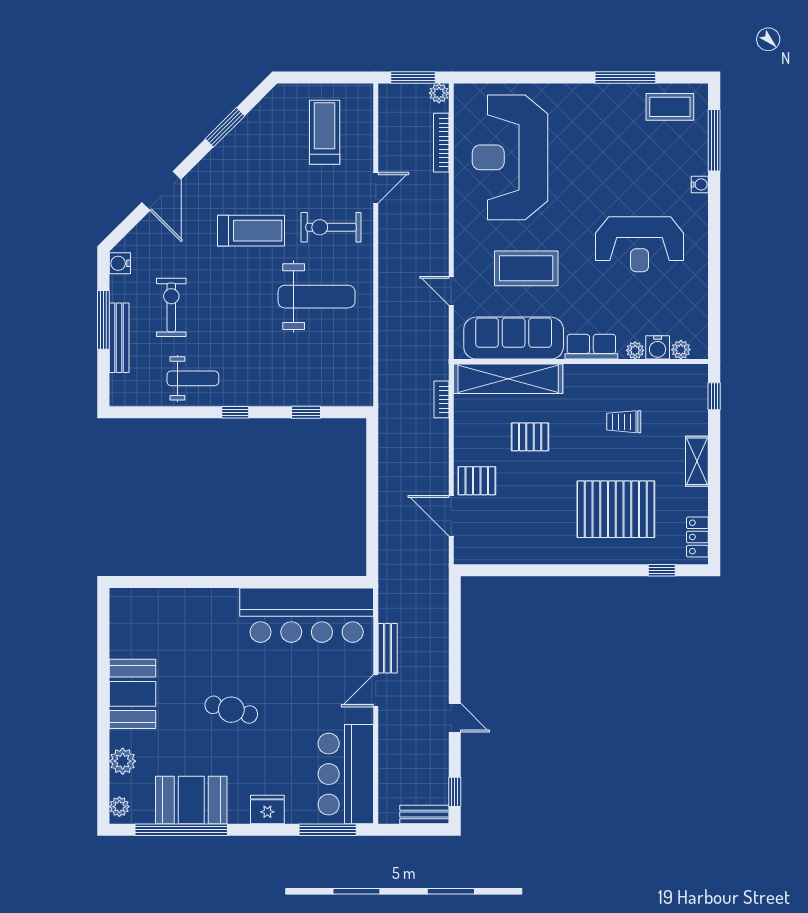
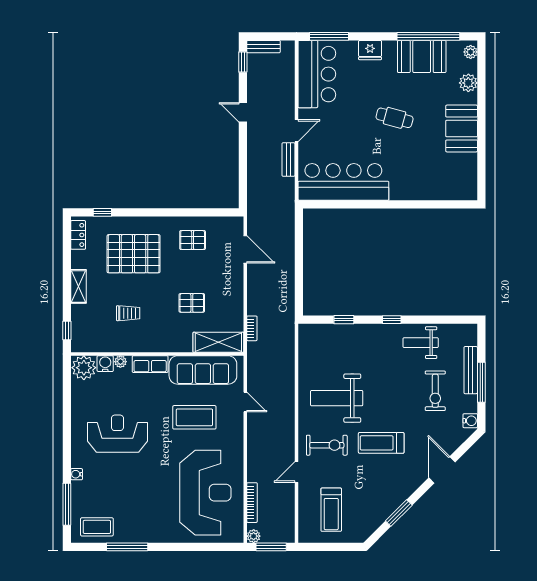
plant: (681, 350) -> (84, 368), width x1.88, depth x1.88
shelving: (508, 379) -> (218, 342), width x0.68
pallet: (477, 481) -> (193, 240), moved

